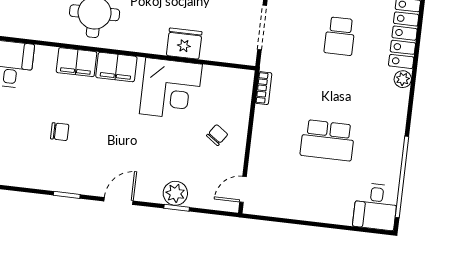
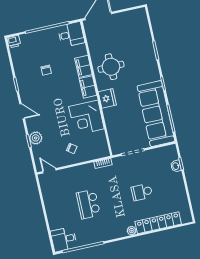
fridge: (184, 44) -> (107, 98), moved

